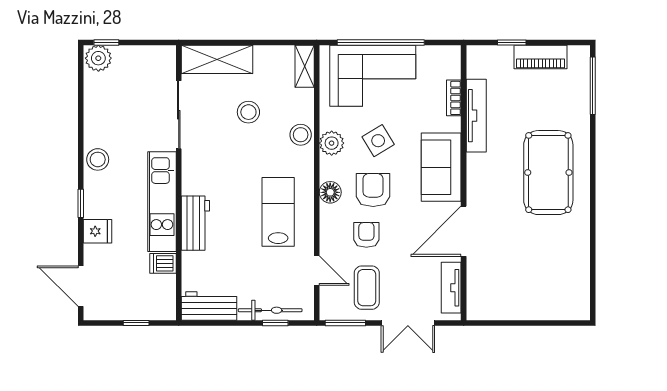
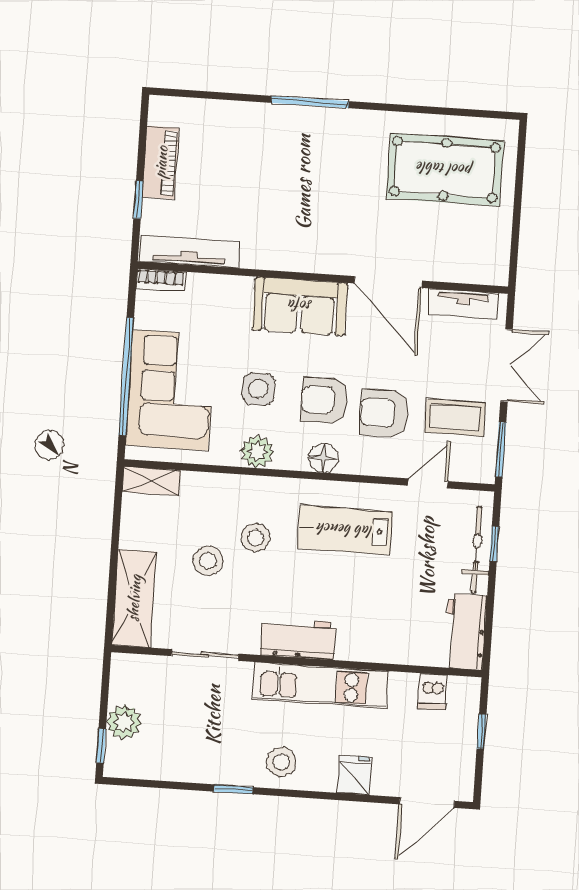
plant: (98, 58) -> (124, 722), moved
window: (593, 86) -> (310, 102), moved
bookcase: (454, 98) -> (161, 280), moved
sliding door: (179, 115) -> (205, 655), width x0.73
tv unit: (476, 116) -> (189, 251), moved
stool: (301, 135) -> (256, 538), moved
side table: (378, 141) -> (258, 389), turned 31
stool: (98, 159) -> (281, 762), moved
pool table: (548, 173) -> (445, 169), moved
window: (81, 203) -> (233, 789), moved
workbench: (195, 223) -> (298, 639), moved
armchair: (366, 235) -> (384, 413), width x1.38, depth x1.38
dishwasher: (163, 263) -> (433, 692), moved

